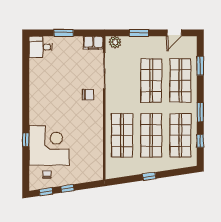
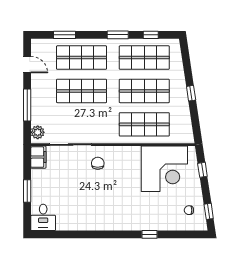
window: (139, 33) -> (27, 105), width x1.44
corner desk: (49, 145) -> (164, 169), moved, turned 180
window: (67, 188) -> (202, 170), moved

